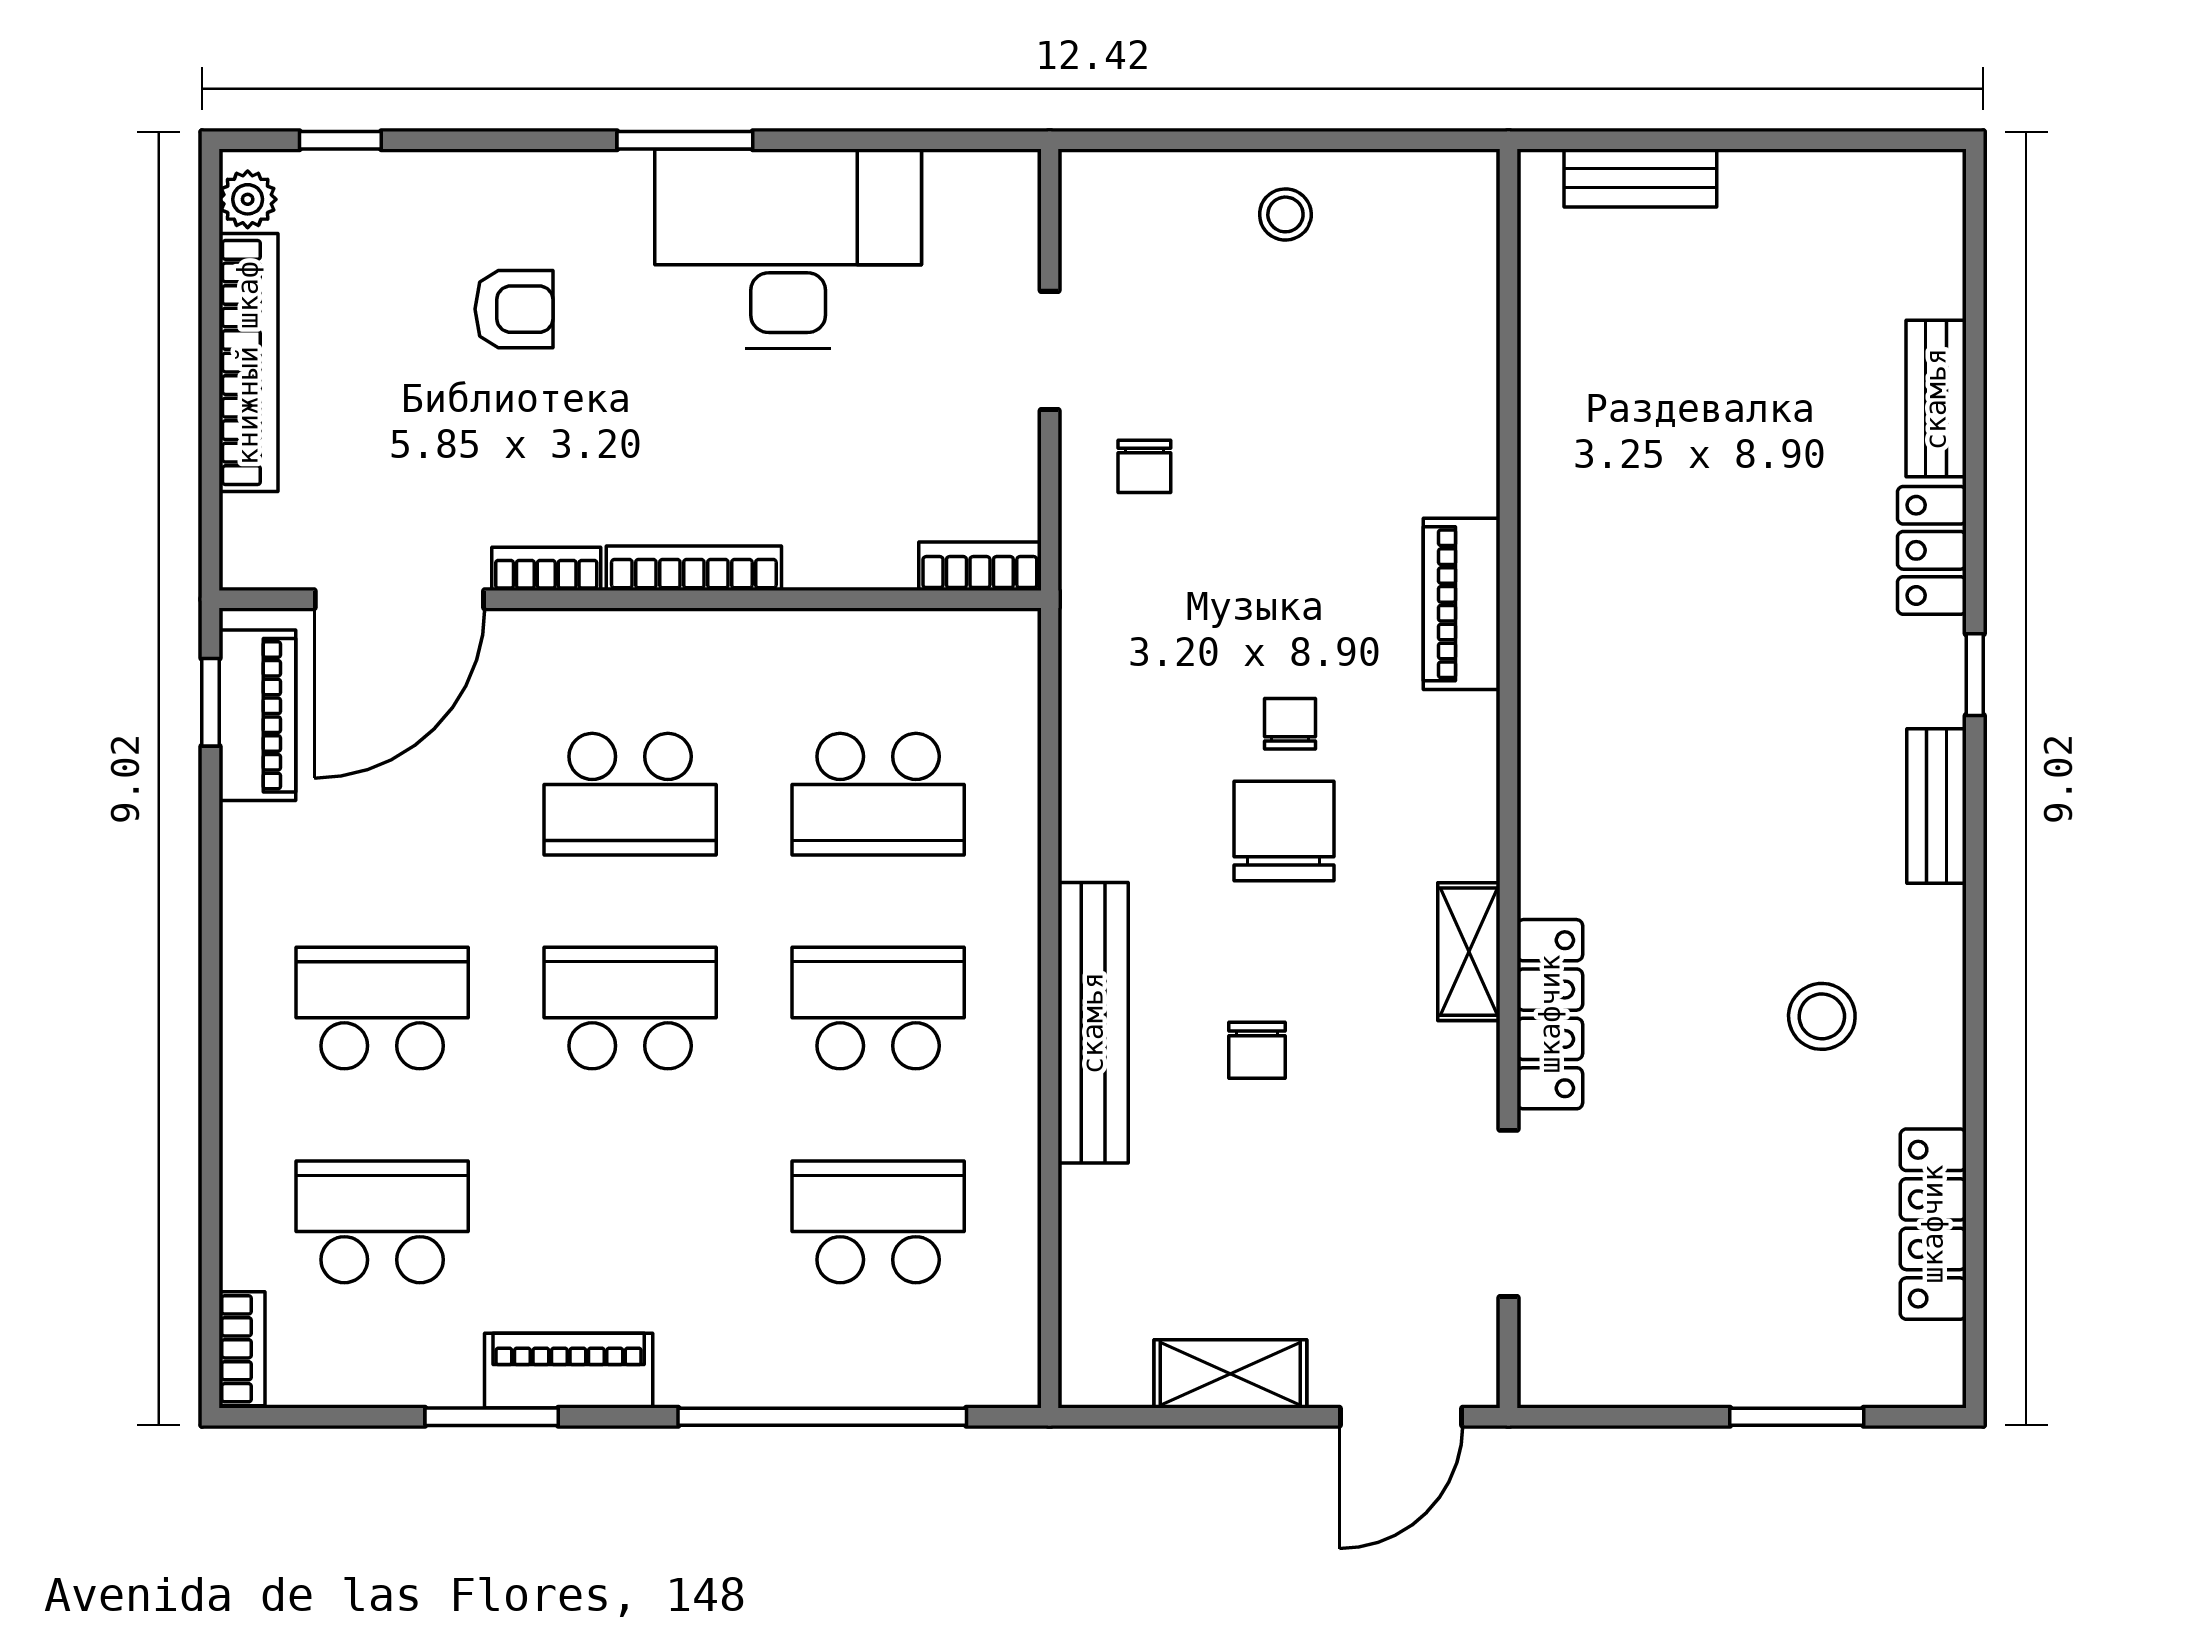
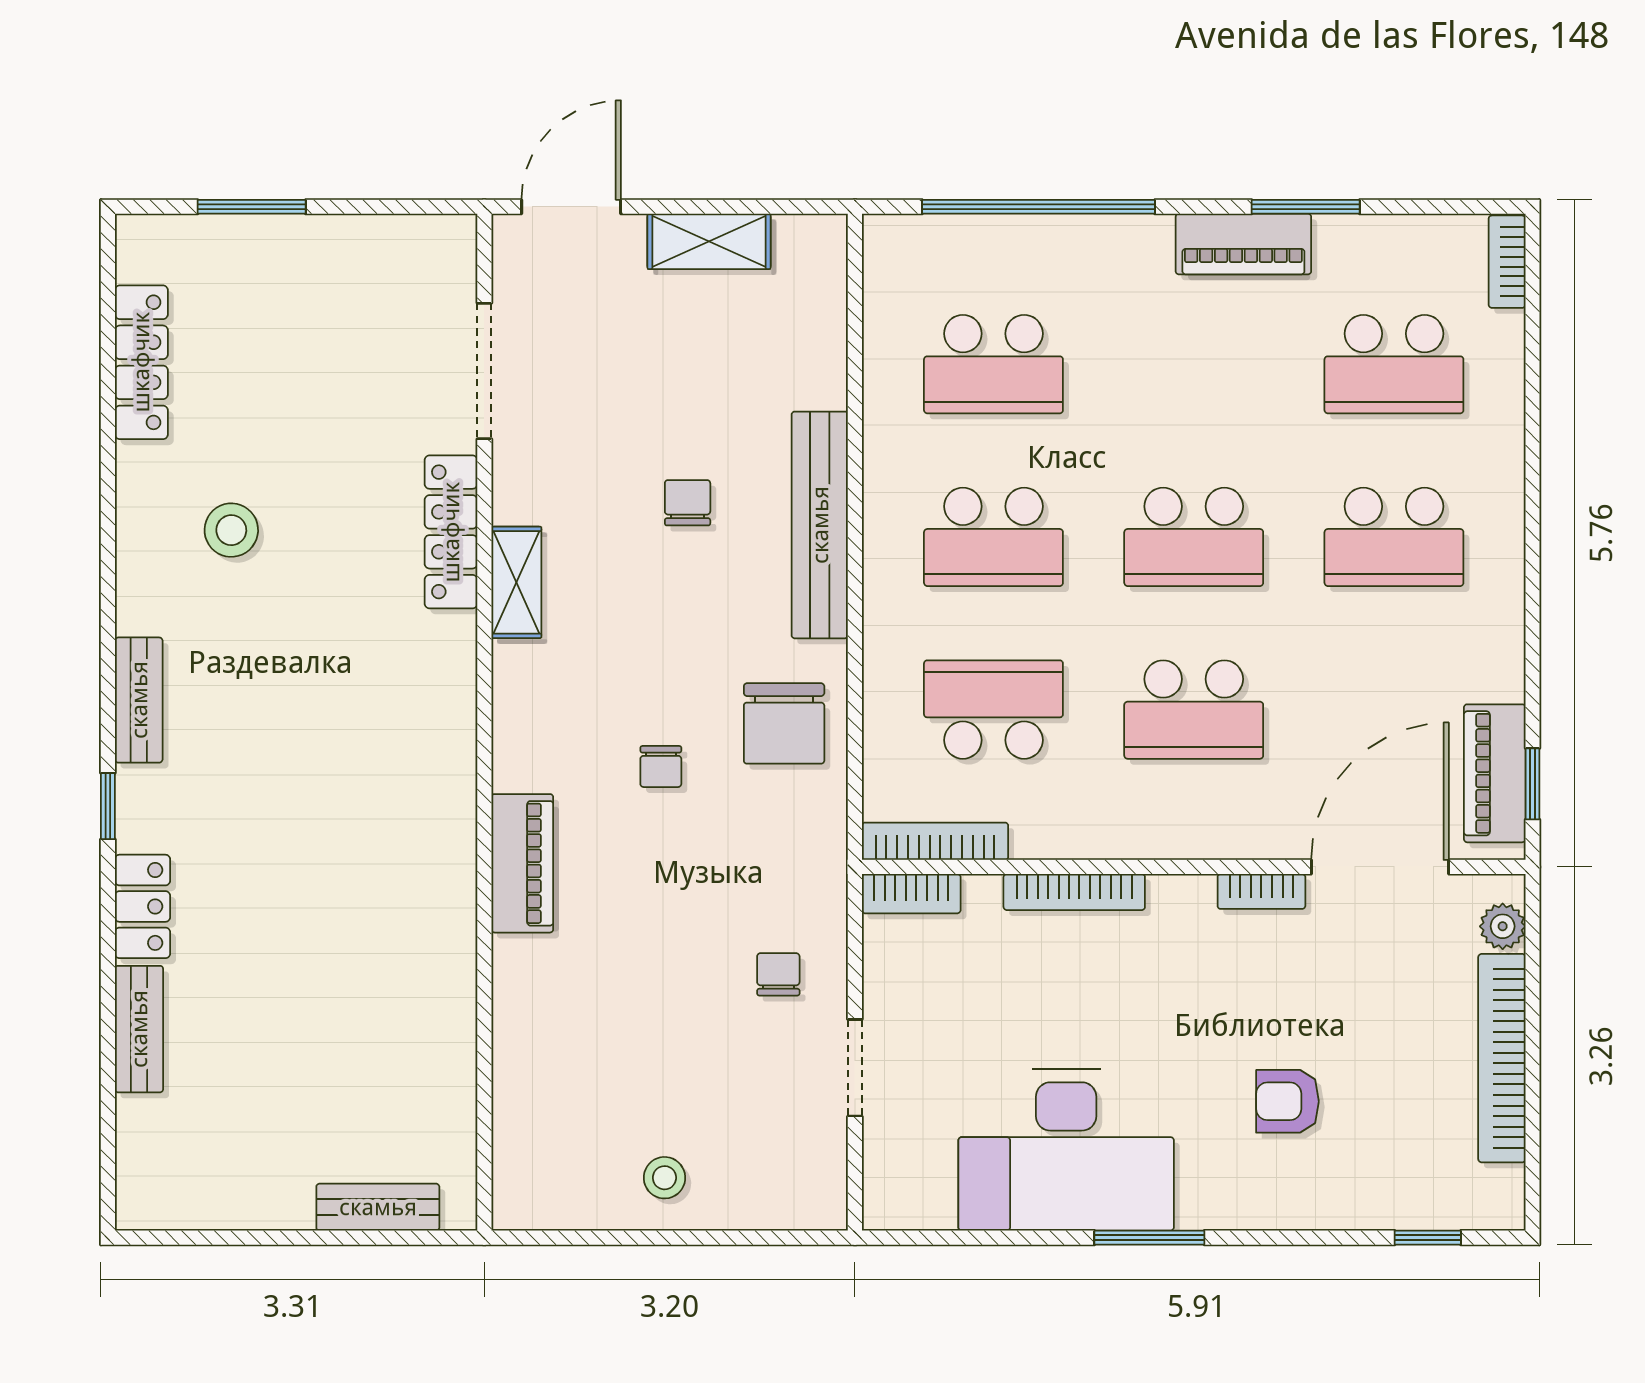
plant: (248, 199) -> (1503, 926), moved
bookcase: (694, 568) -> (1074, 892), moved
bookcase: (950, 631) -> (935, 841), added
school desk: (630, 794) -> (1194, 710), turned 180
chair: (1284, 831) -> (784, 723), moved

